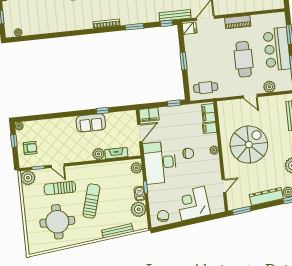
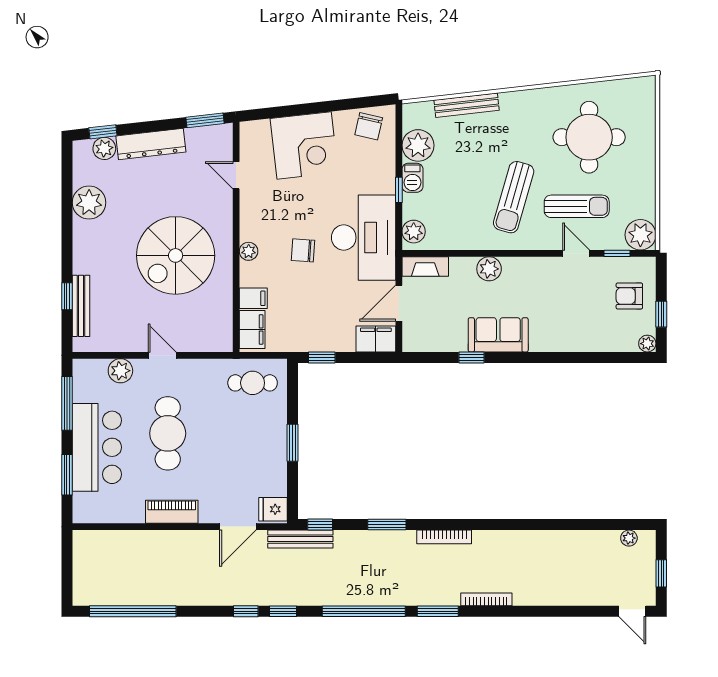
fireplace: (116, 153) -> (425, 267), moved
door: (224, 186) -> (236, 175), hinge flipped
sun lounger: (91, 201) -> (514, 197), moved

